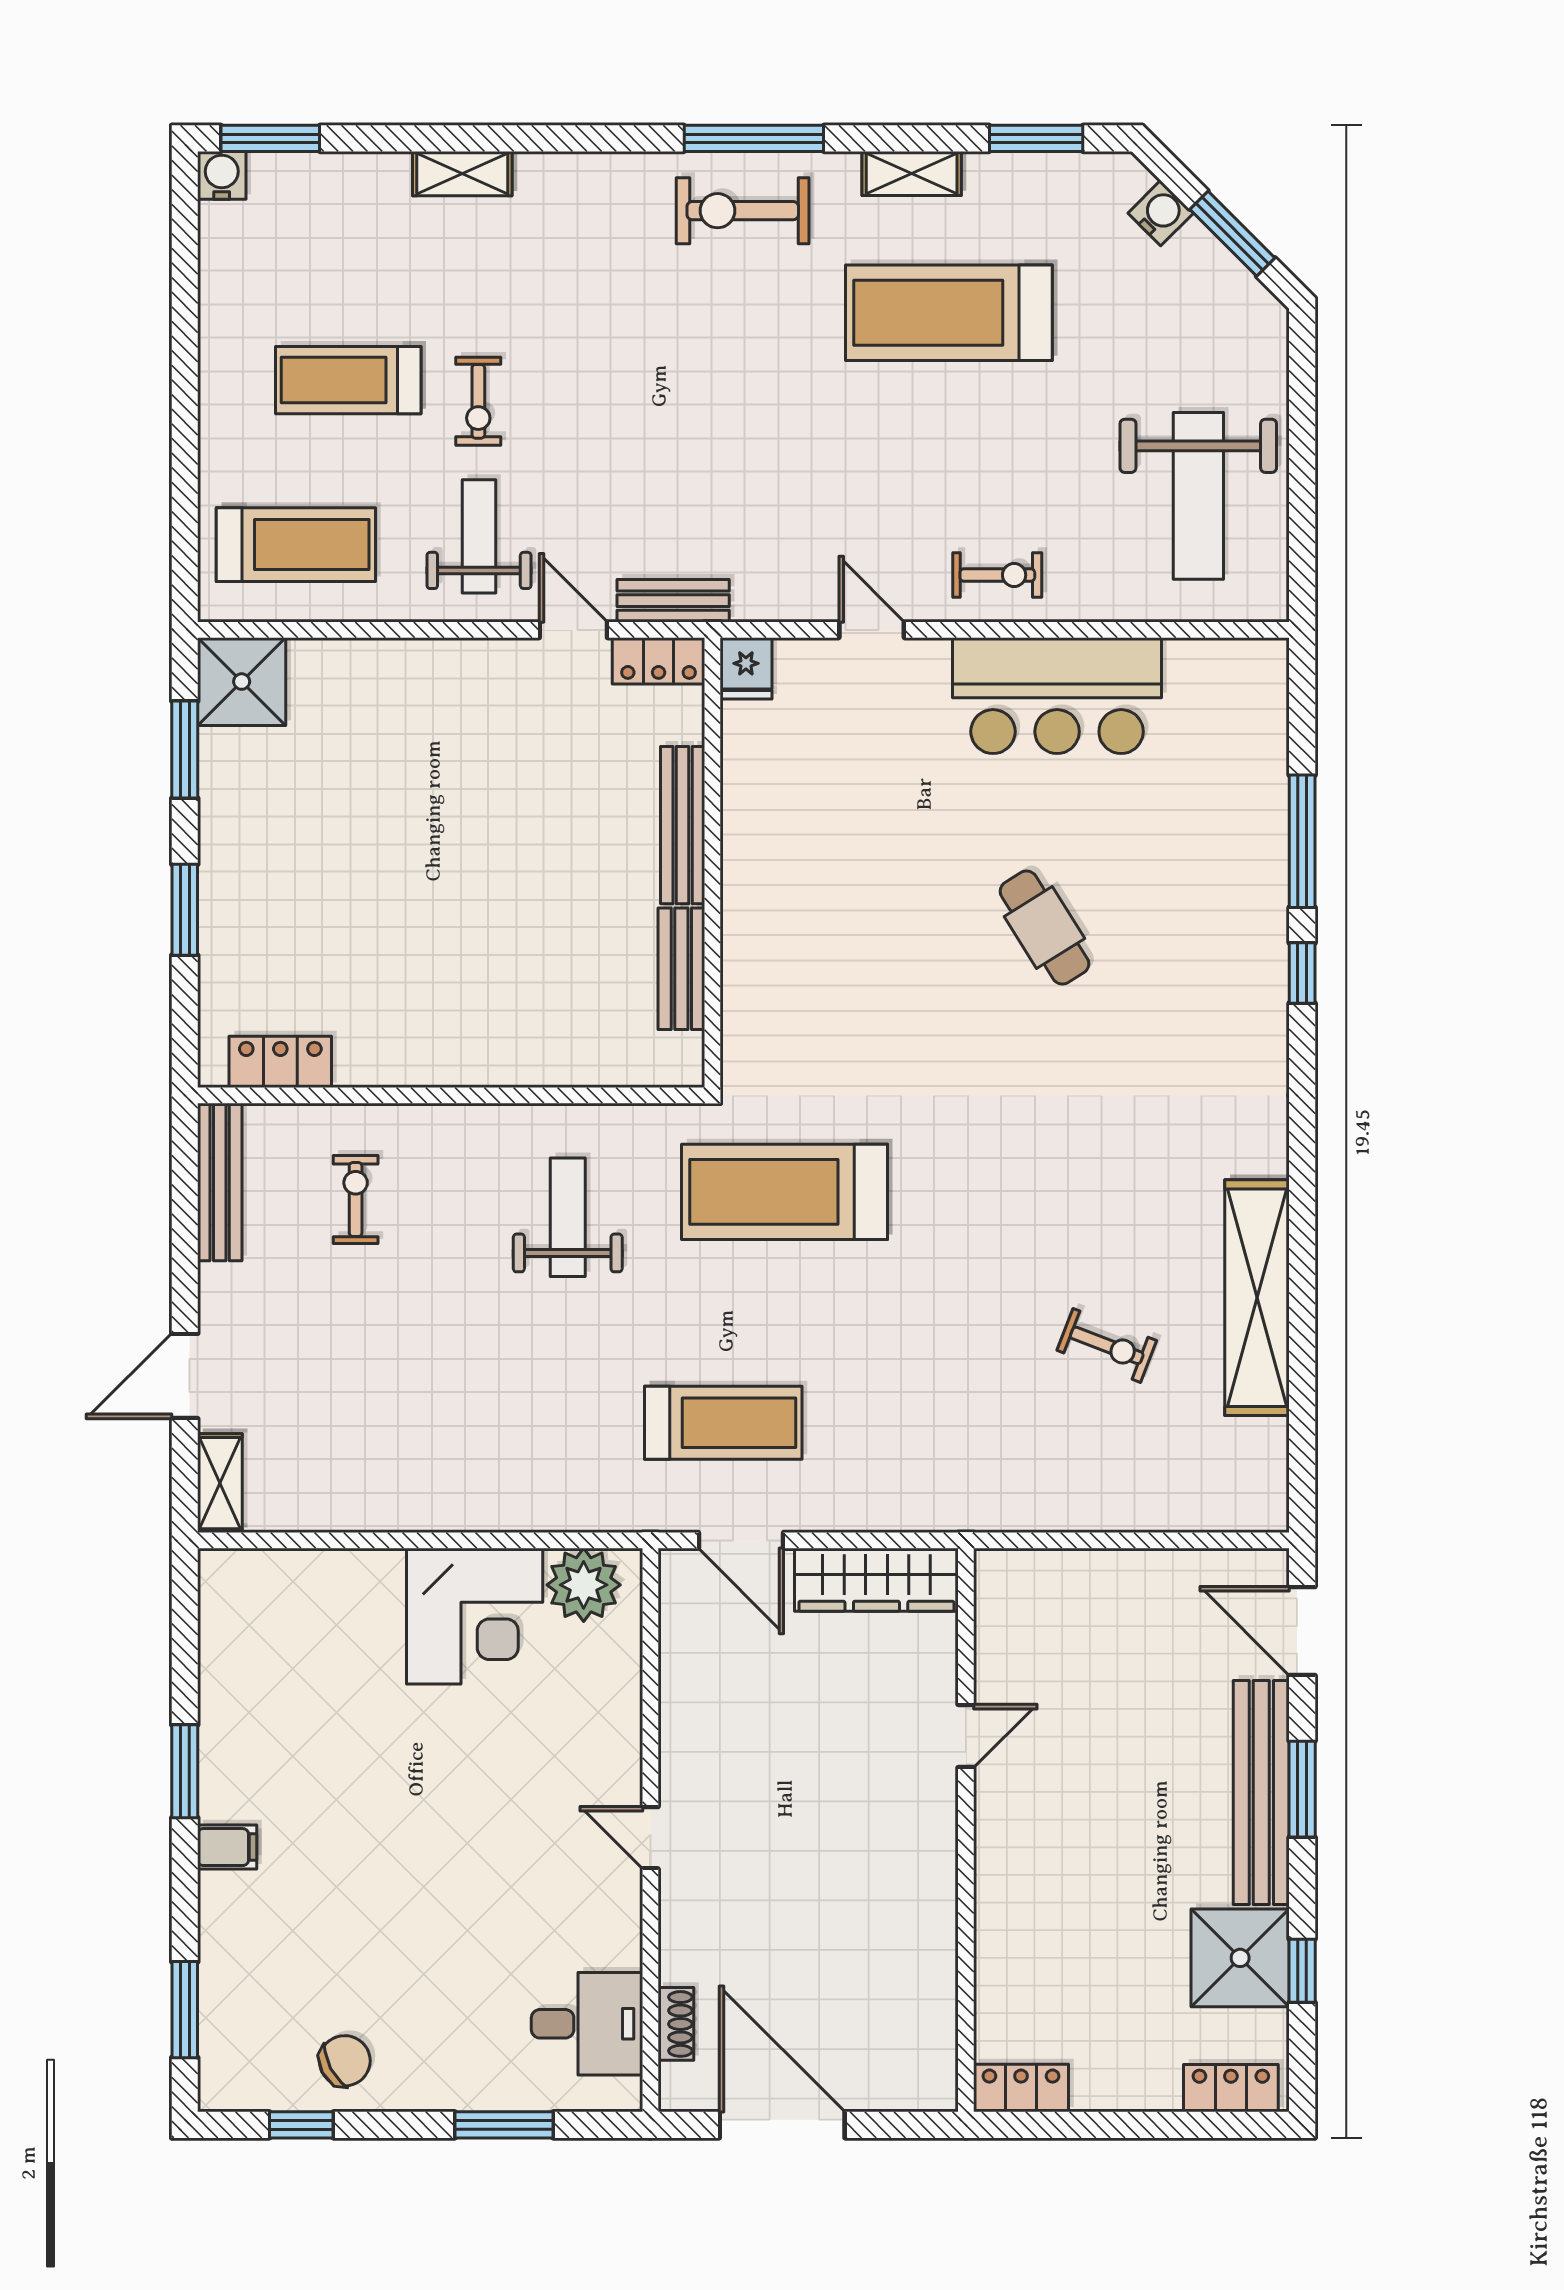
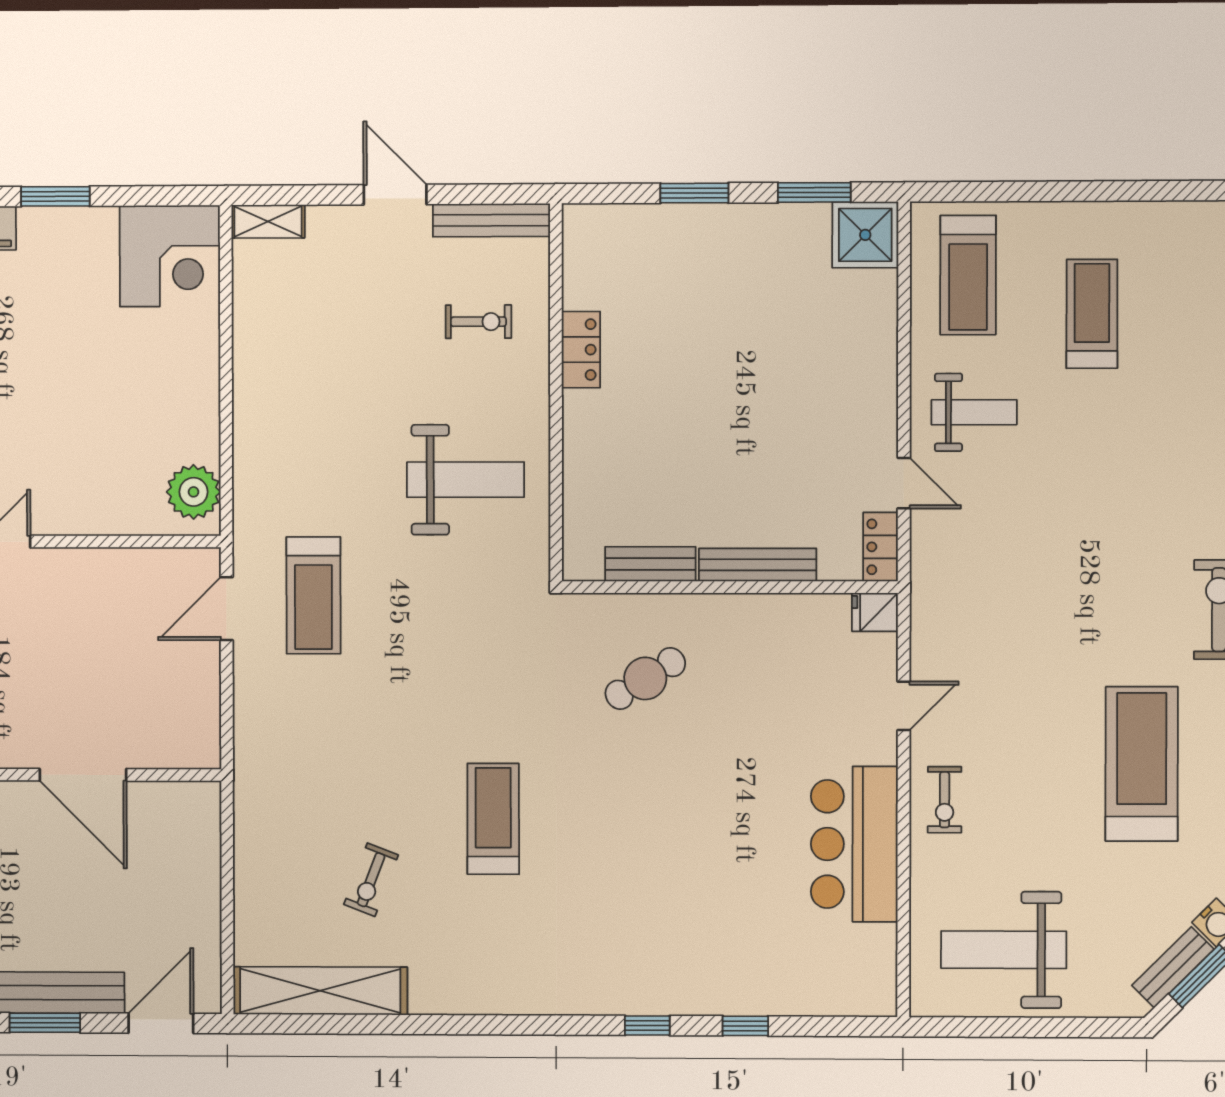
exercise bike: (478, 401) -> (1076, 412), removed
bench: (673, 601) -> (1173, 967), moved, turned 45
door: (573, 630) -> (904, 483), hinge flipped
window: (1302, 841) -> (745, 1026), width x0.46
cafe table: (1044, 927) -> (645, 678), moved
locker: (280, 1062) -> (581, 350), moved
treadmill: (785, 1192) -> (493, 819), moved, width x0.73, depth x0.73
weight bench: (568, 1217) -> (465, 480), width x1.36, depth x1.33
shelving: (1257, 1298) -> (320, 991), moved
door: (185, 1376) -> (395, 195), moved
wardrobe: (876, 1580) -> (198, 709), removed
corner desk: (475, 1616) -> (170, 256), moved, turned -90
door: (966, 1736) -> (83, 775), width x1.88

